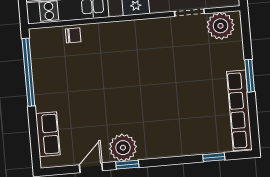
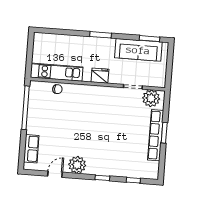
row of seats: (239, 110) -> (156, 135), moved
window: (127, 165) -> (102, 178), moved

